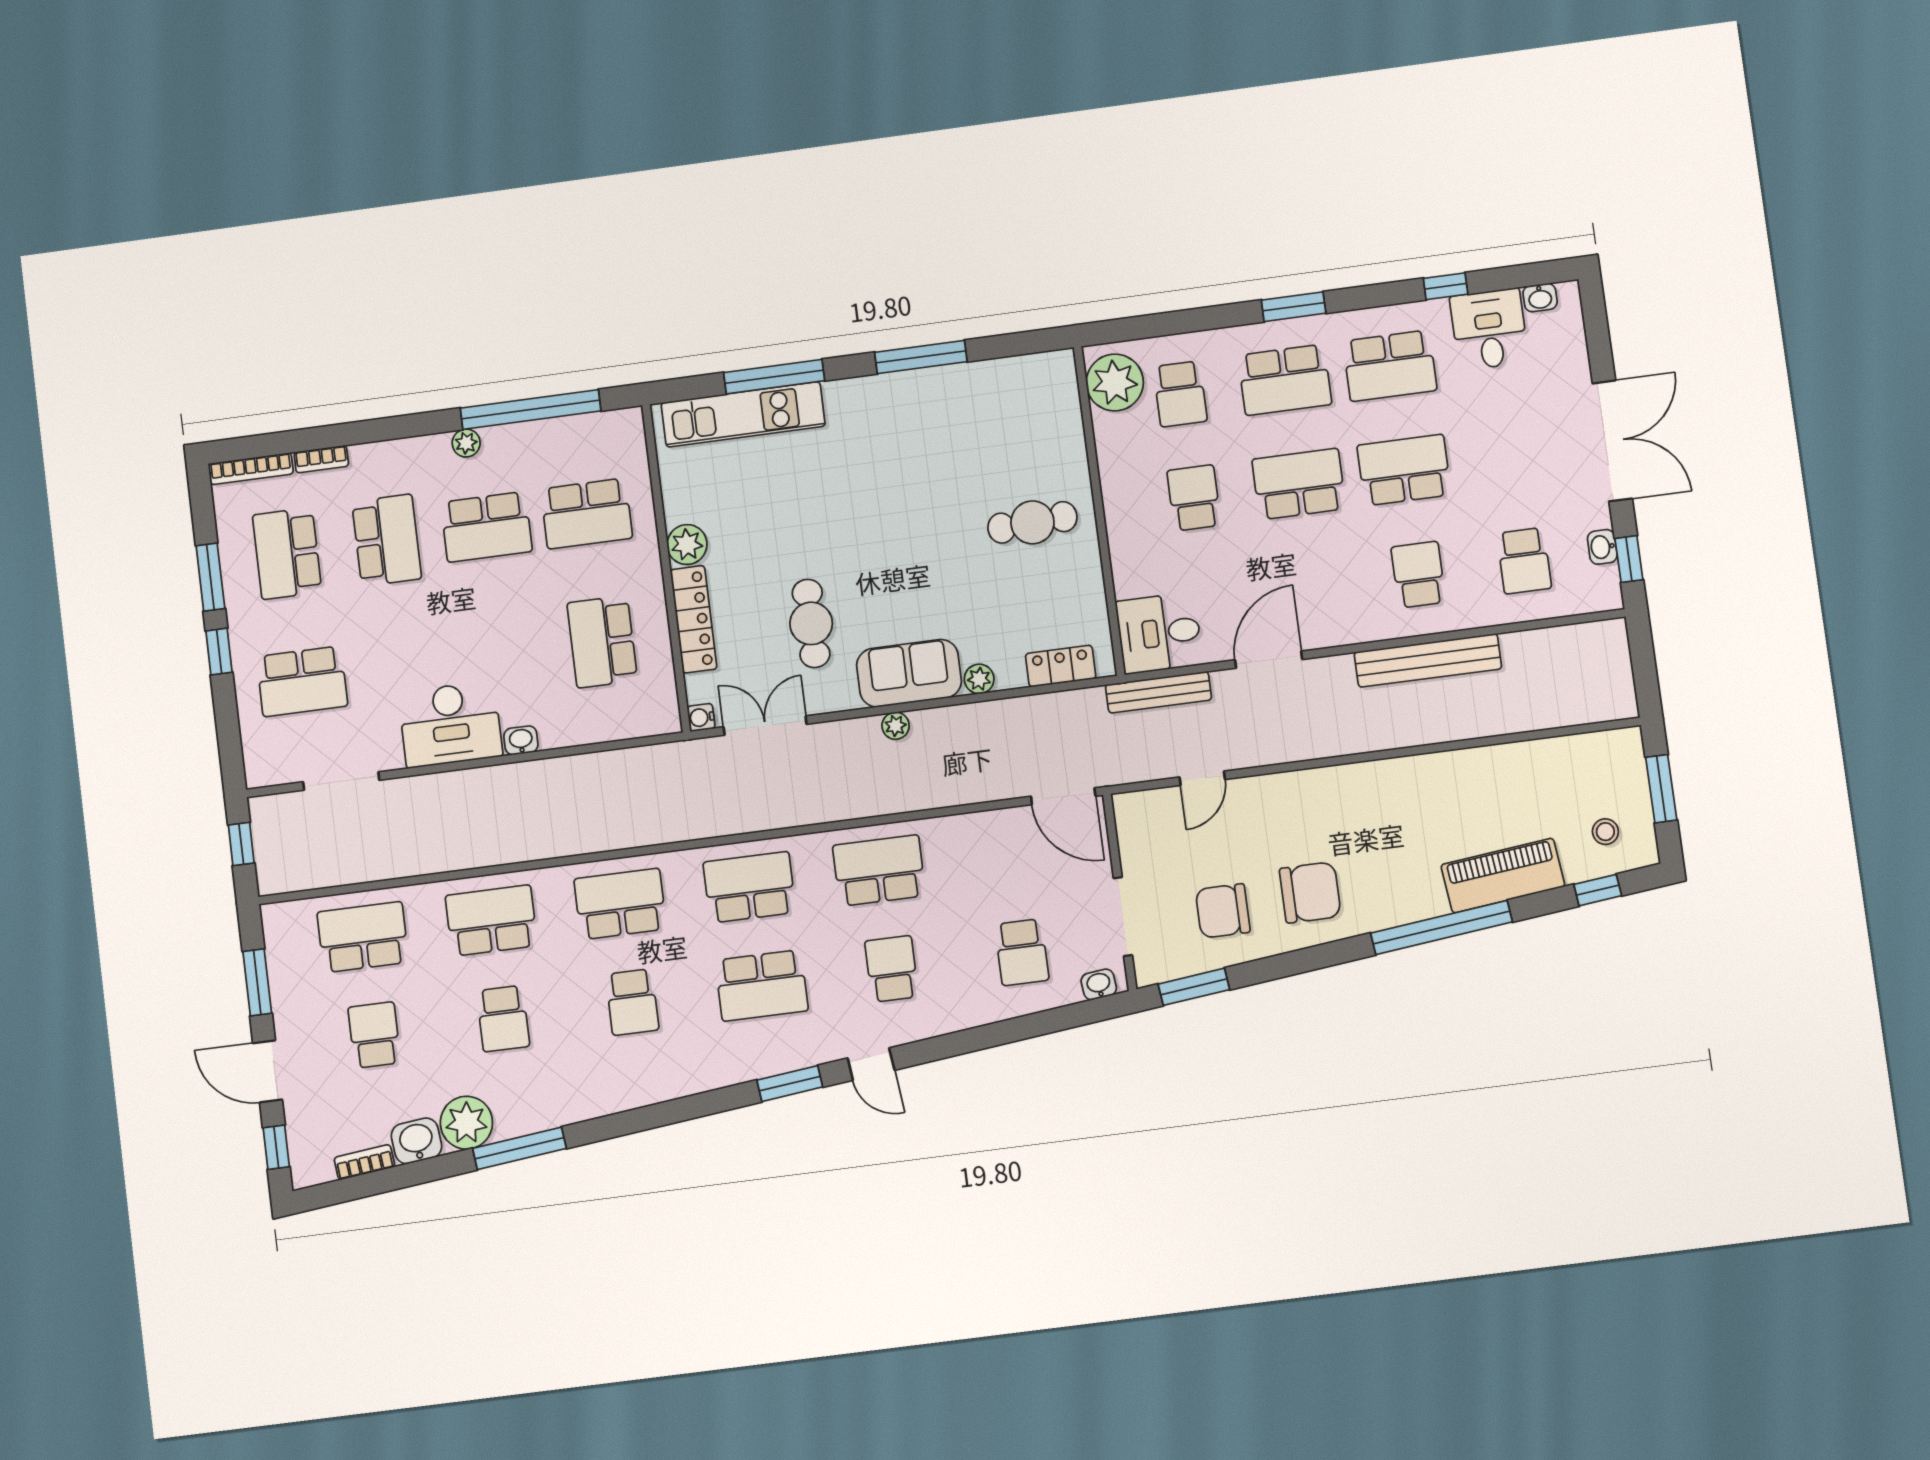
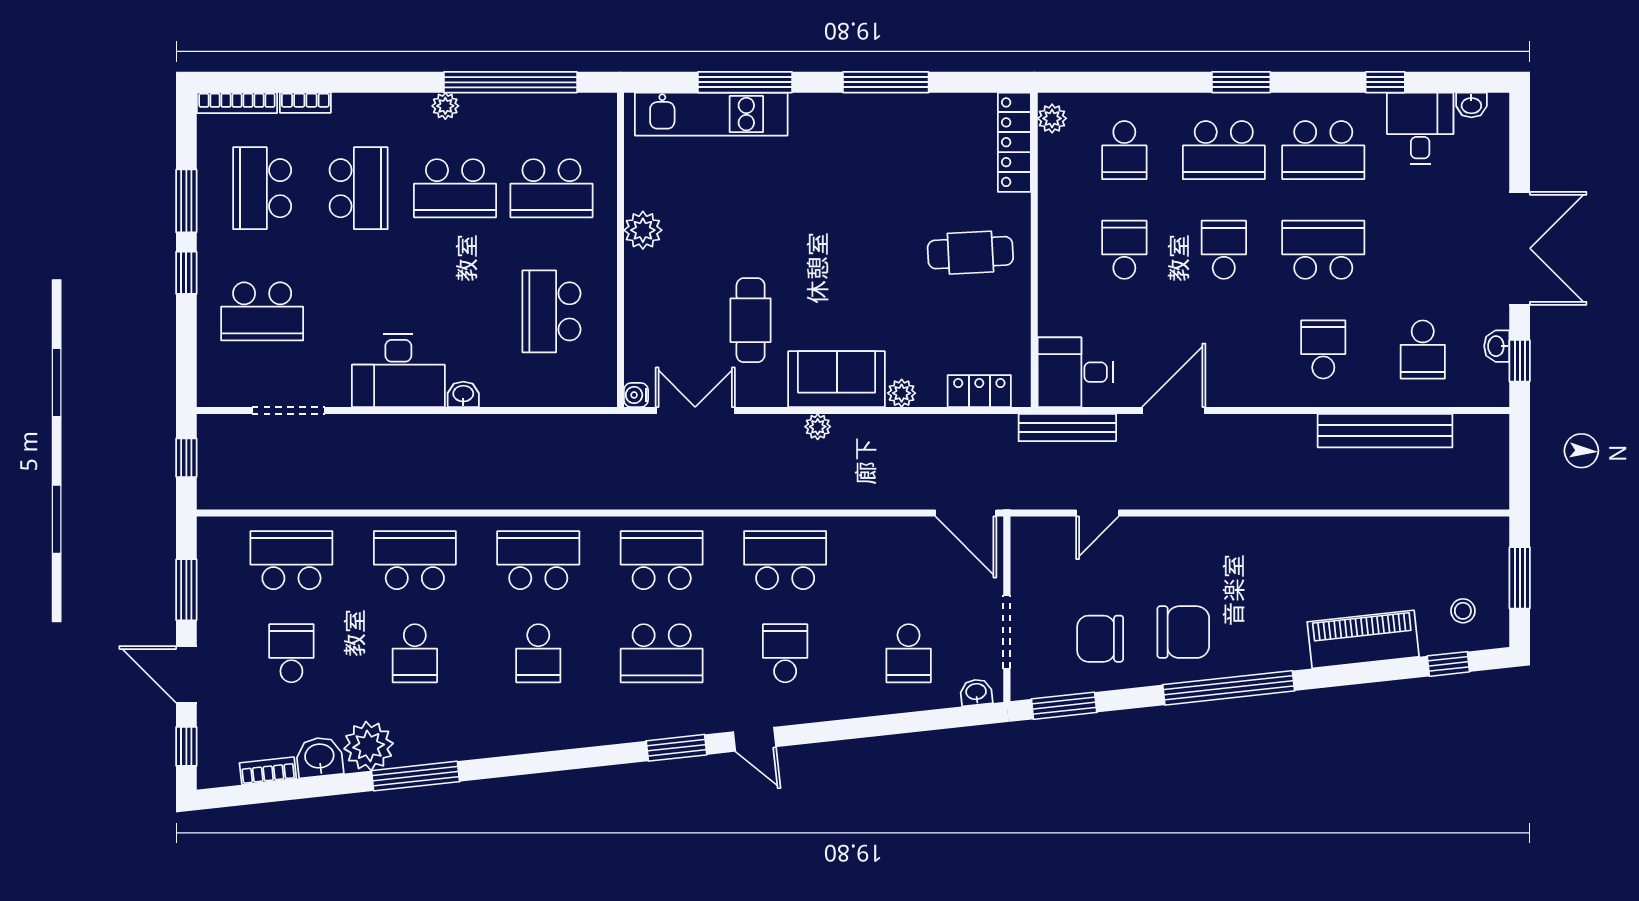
plant: (1115, 382) -> (1052, 118), width x0.53, depth x0.53
school desk: (1299, 484) -> (1224, 250), width x0.54
locker: (694, 619) -> (1014, 142), moved, turned 180
bench: (1428, 660) -> (1385, 431), moved
window: (1441, 928) -> (1229, 688), moved

